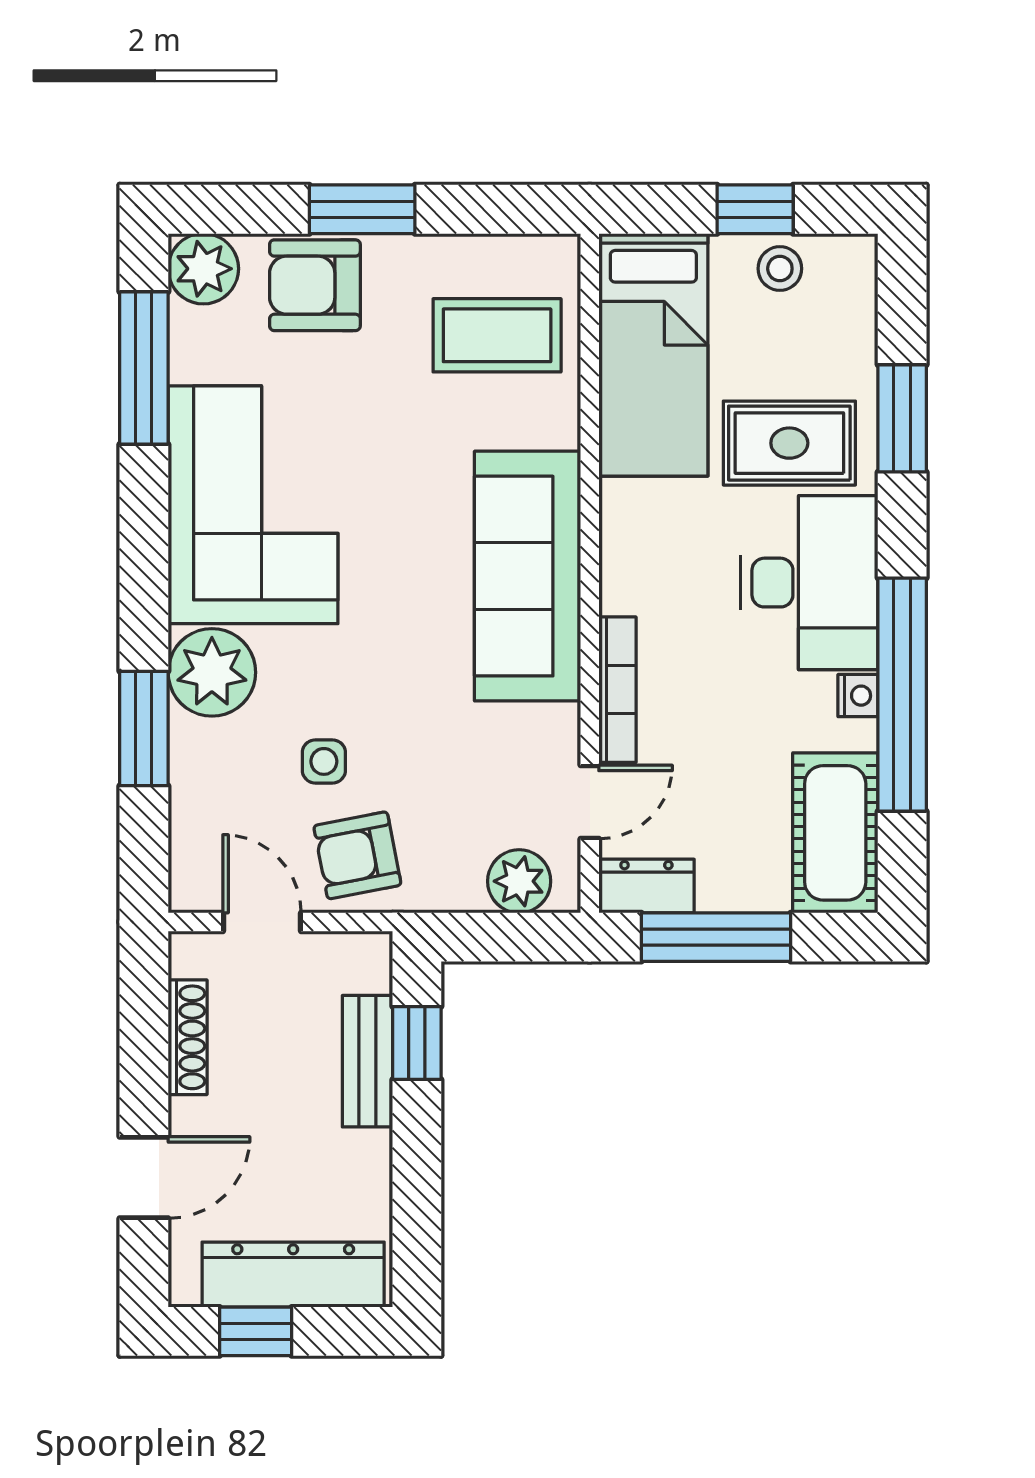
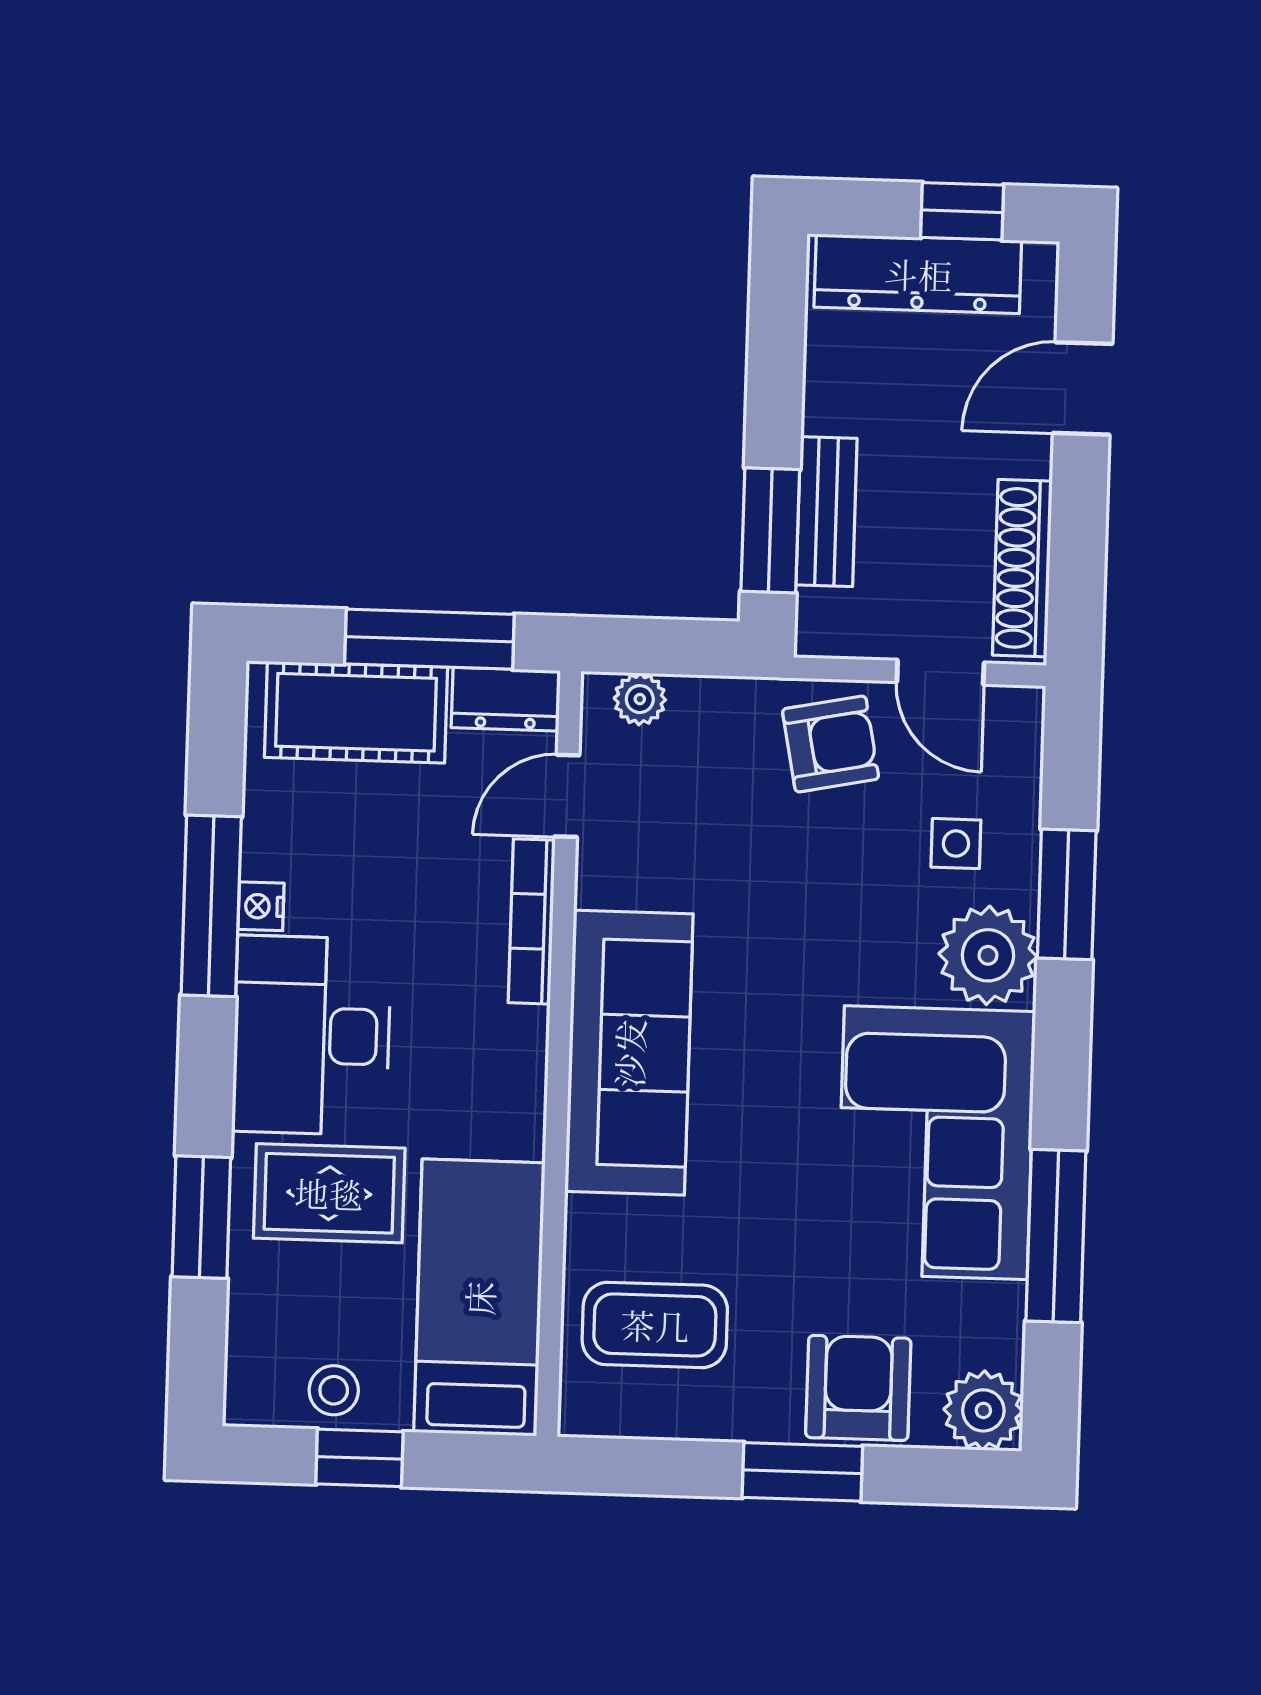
armchair: (315, 285) -> (858, 1388), turned -90
window: (144, 368) -> (1056, 1236), moved
window: (902, 695) -> (211, 906), width x0.68
side table: (324, 761) -> (956, 844), moved
cot: (835, 833) -> (356, 712), moved, turned 90
plant: (519, 881) -> (640, 699), width x0.73, depth x0.73
shoe rack: (188, 1037) -> (1022, 568), width x1.36, depth x1.24
window: (417, 1043) -> (770, 530), width x1.50

